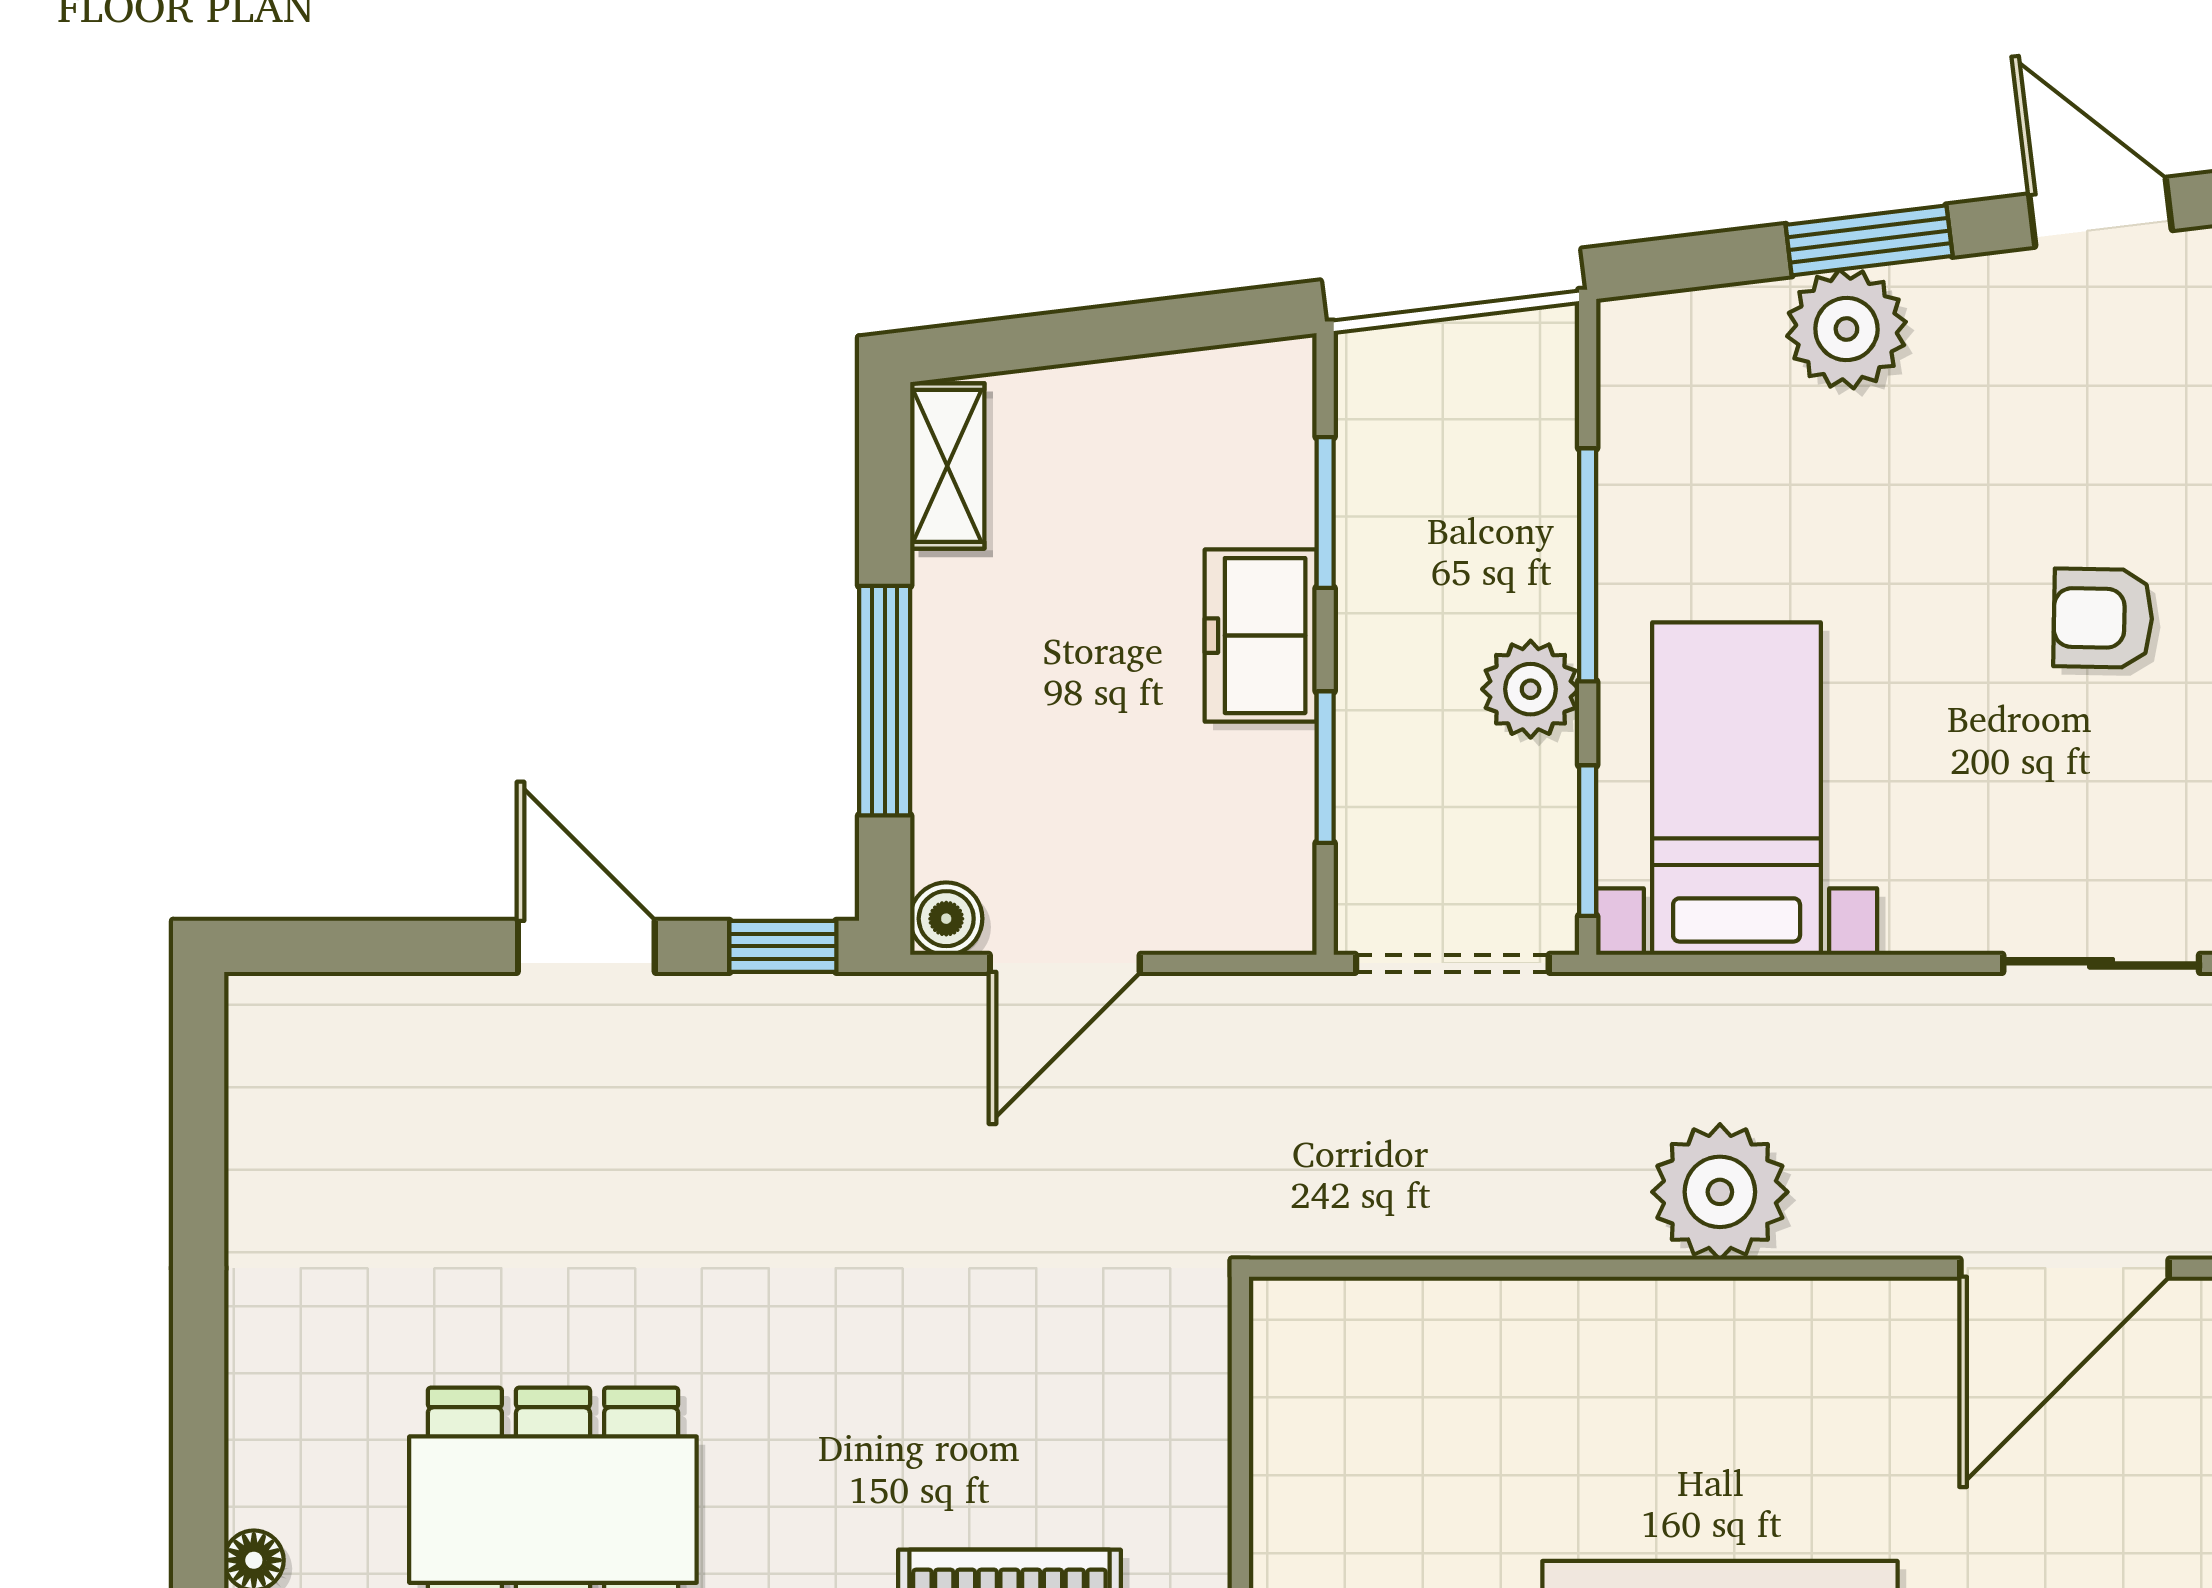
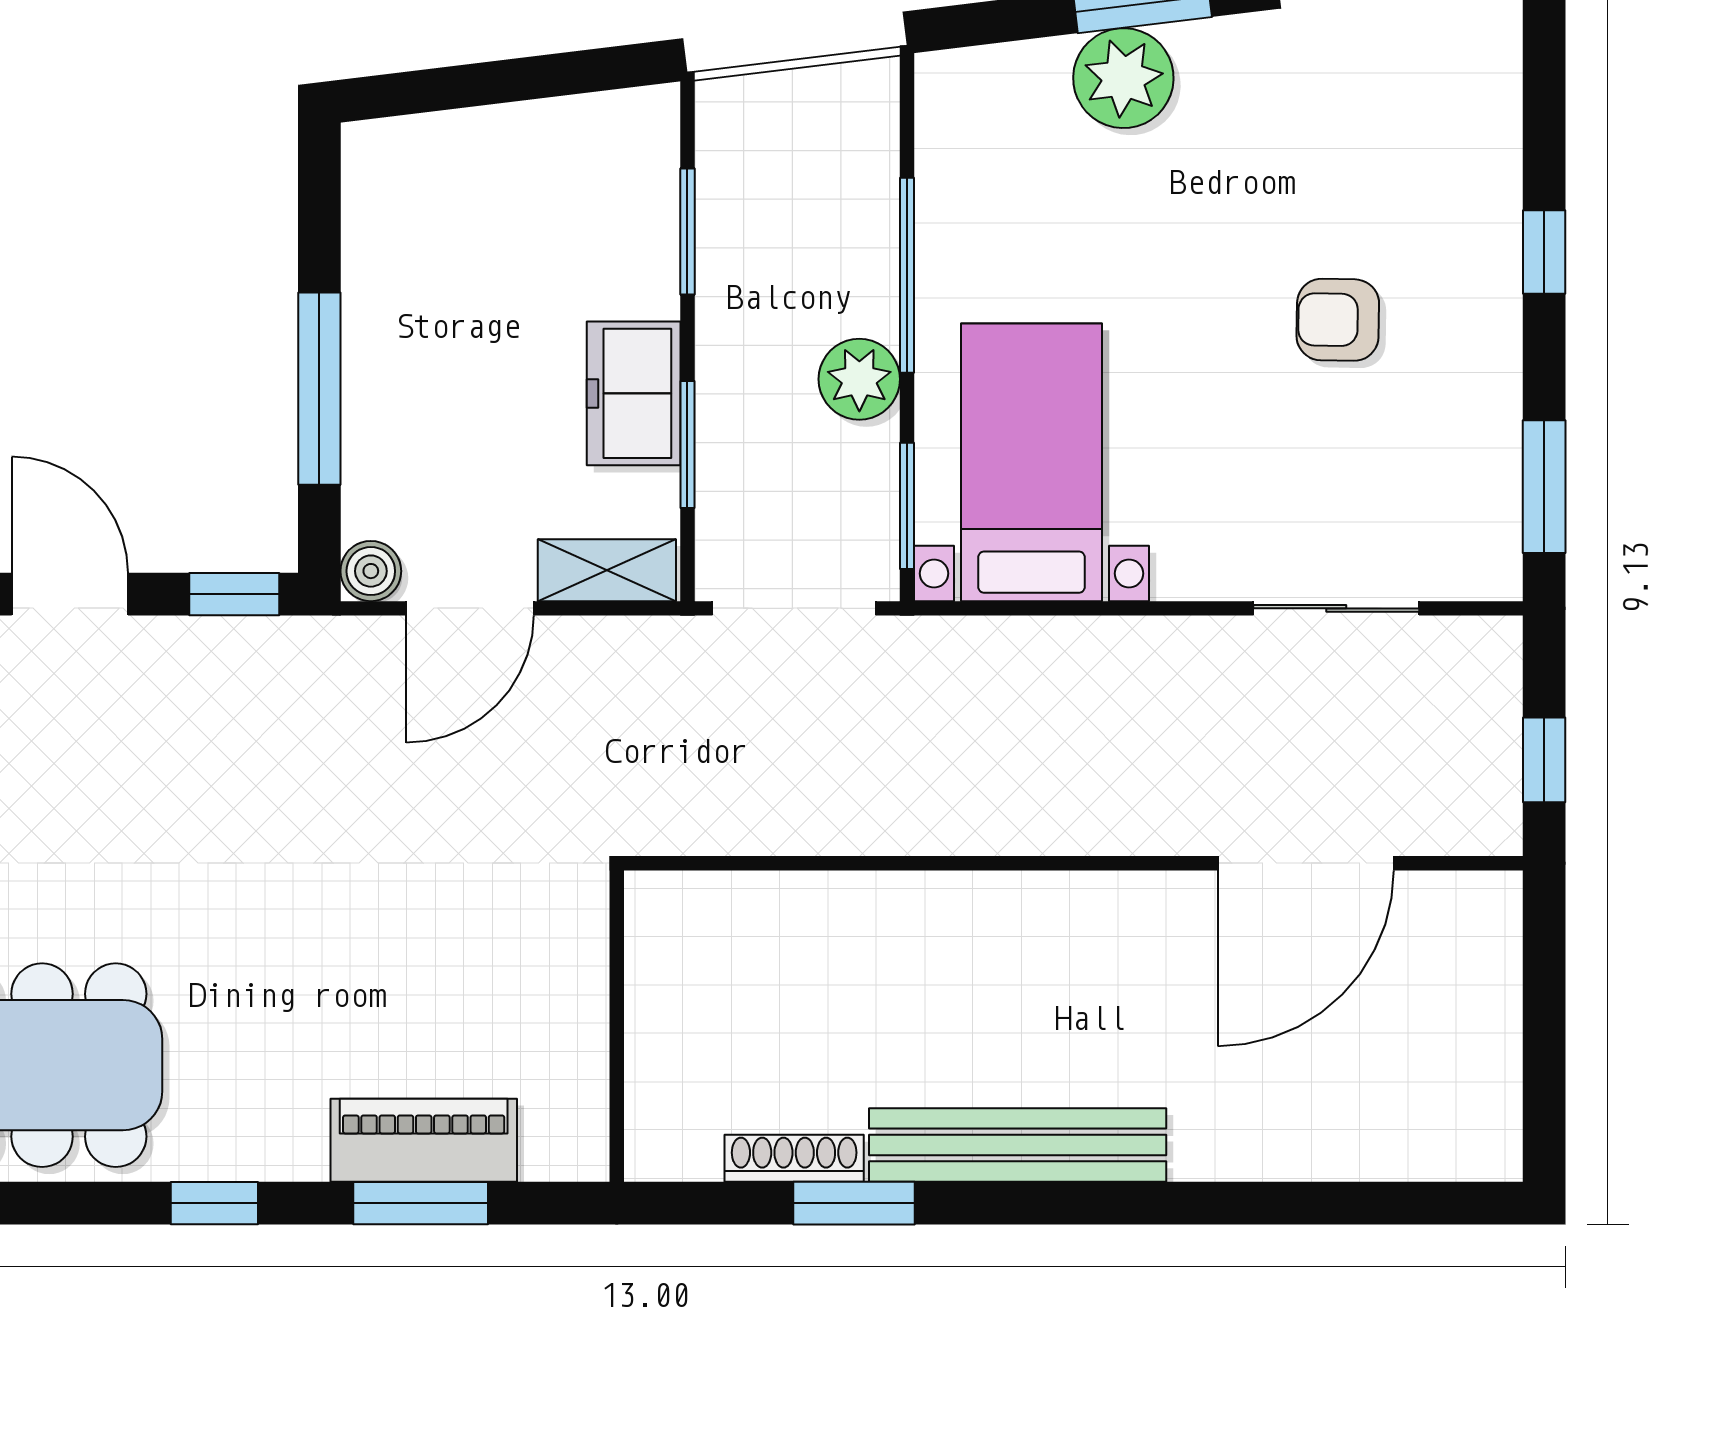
shelving: (947, 466) -> (607, 570), moved, turned 90
freezer: (1261, 636) -> (634, 393), moved
plant: (1720, 1192) -> (1018, 799), removed

